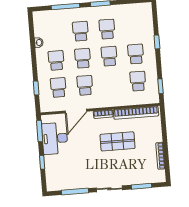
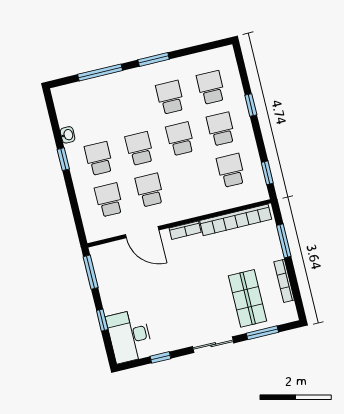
school desk: (80, 31) -> (211, 87), moved
window: (36, 88) -> (63, 159), moved
door: (76, 111) -> (142, 232), hinge flipped
window: (164, 131) -> (284, 241), added
desk: (55, 138) -> (130, 336), moved
shop shelf: (118, 141) -> (248, 298), moved, turned 90
window: (75, 192) -> (160, 357), width x0.46

